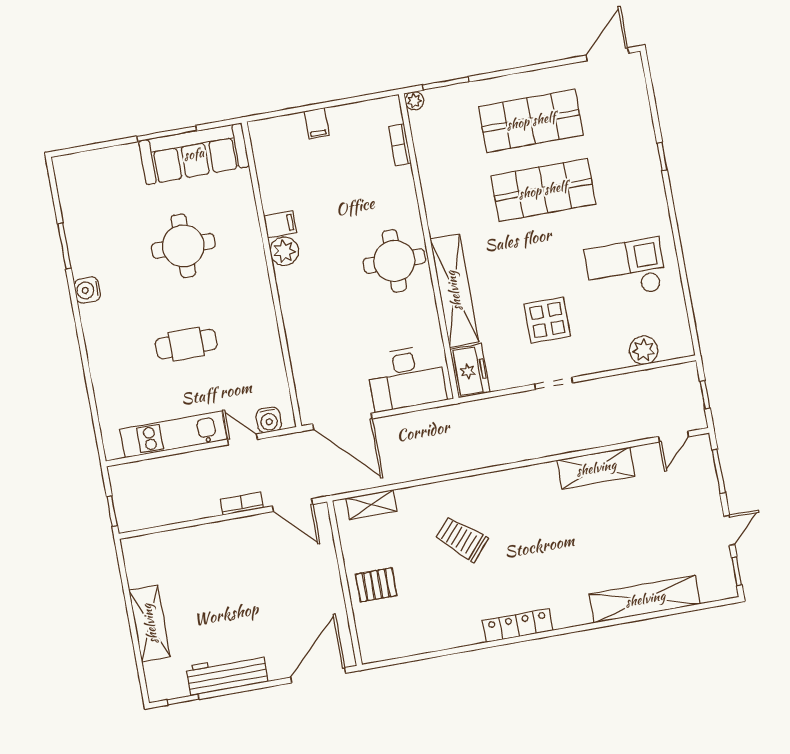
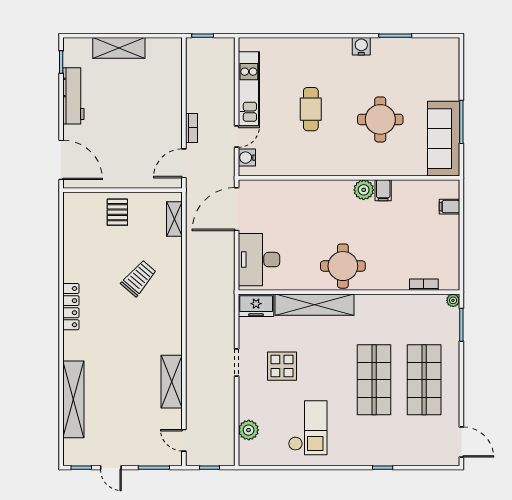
filing cabinet: (317, 123) -> (450, 207), moved

